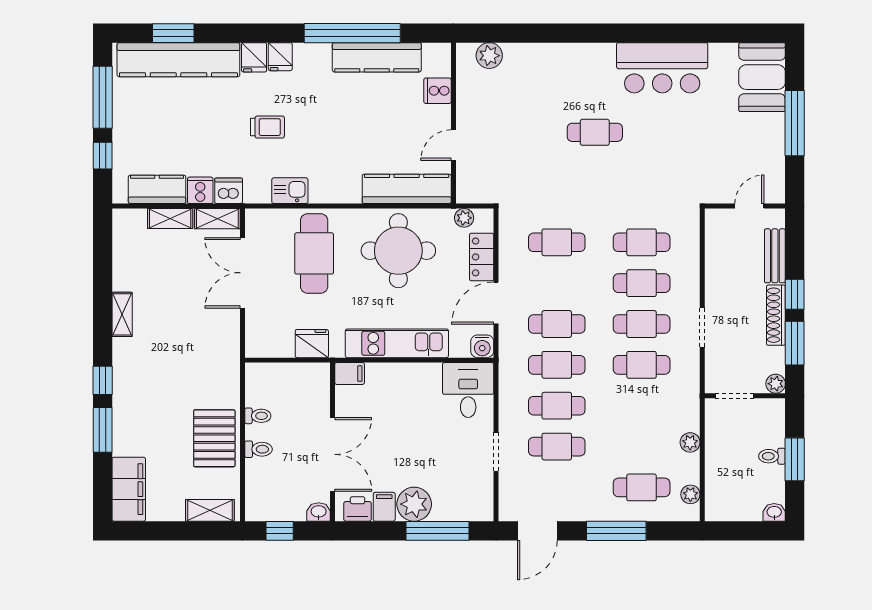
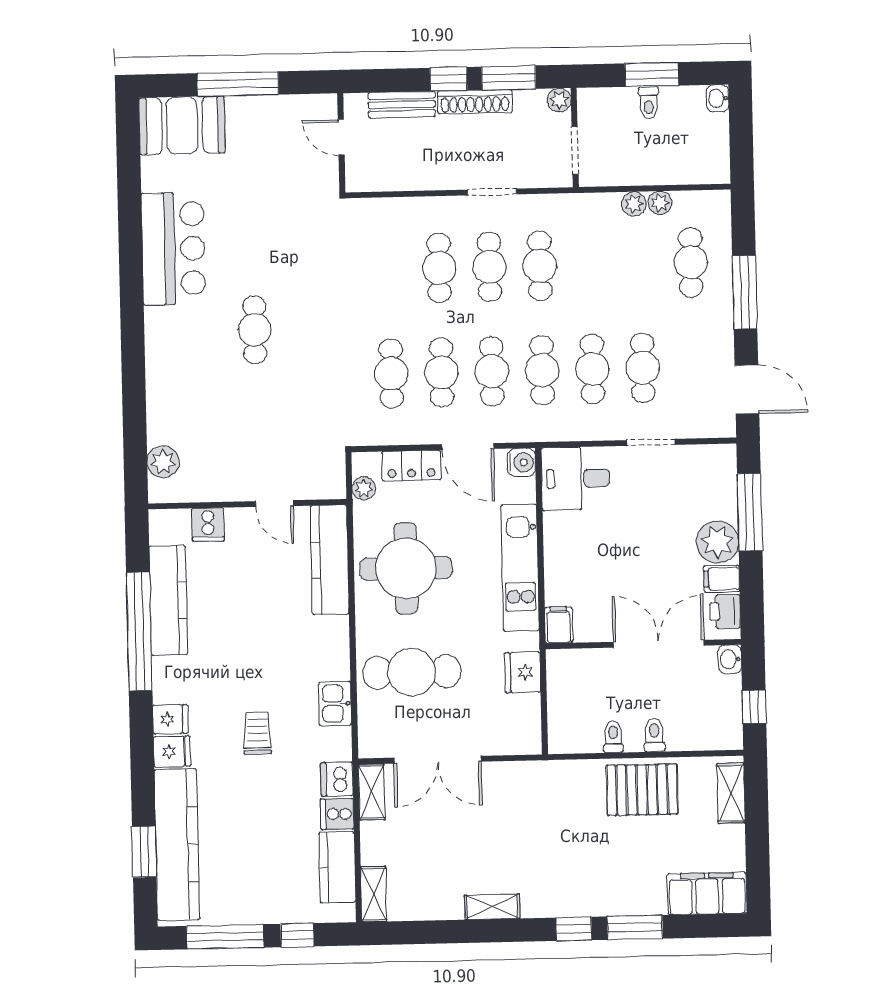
shelving: (170, 219) -> (374, 894), moved
cafe table: (642, 242) -> (441, 372), moved
plant: (690, 494) -> (660, 203), moved

